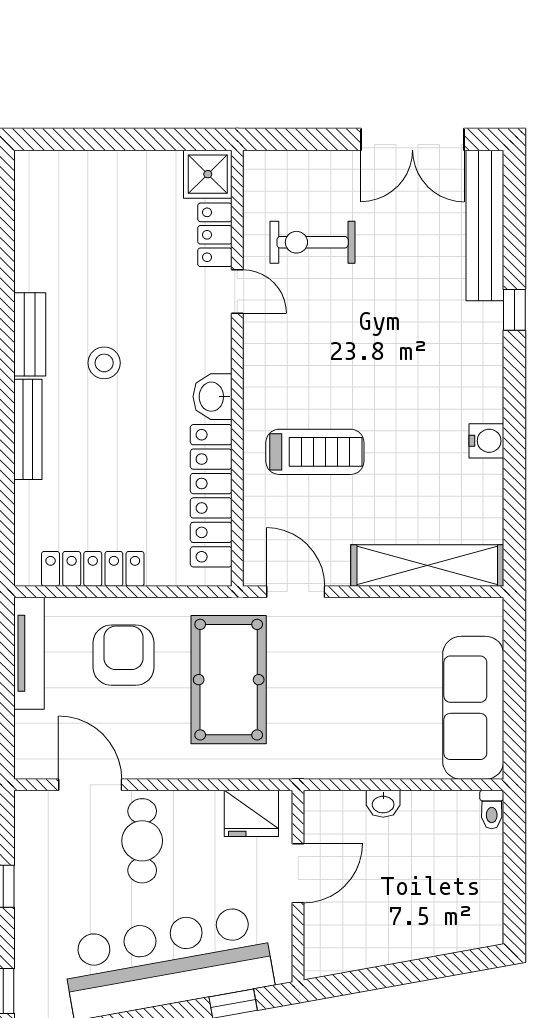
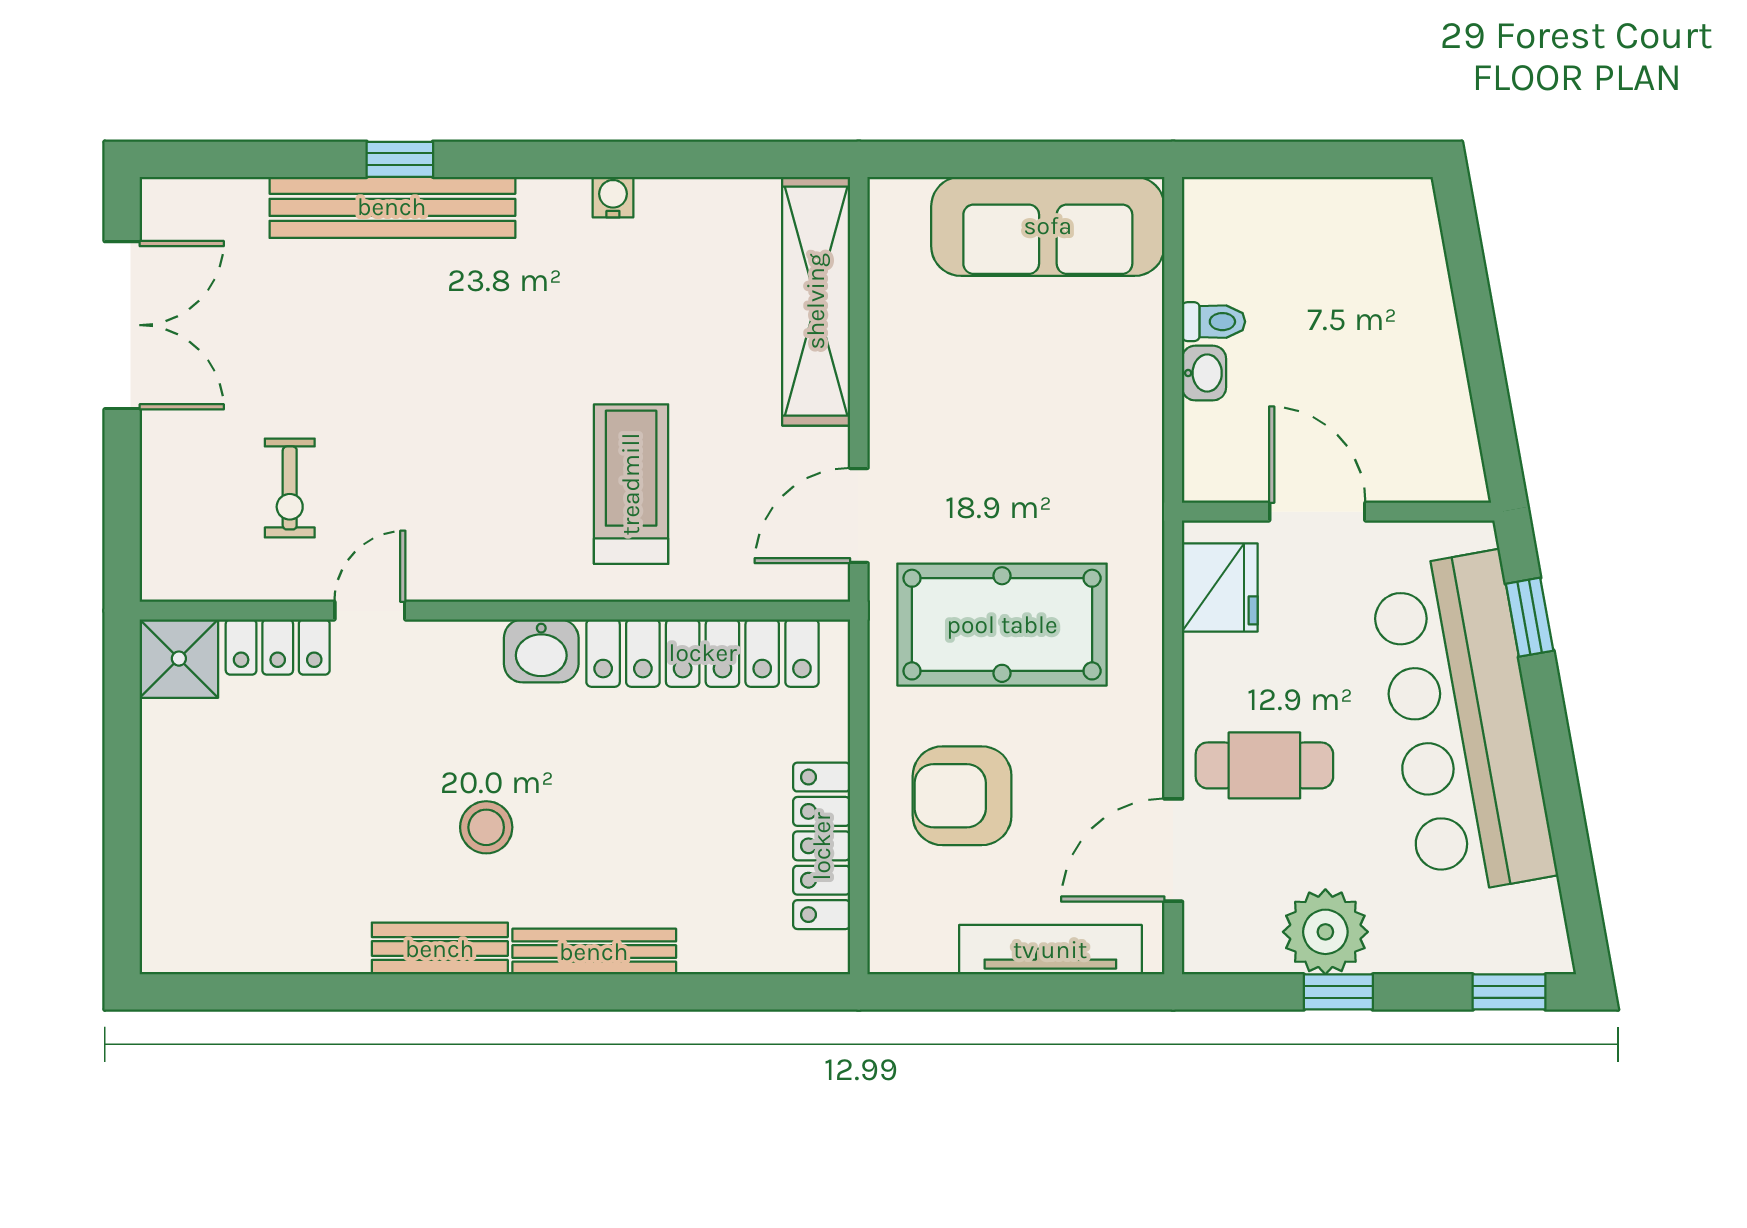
bench: (485, 226) -> (392, 207), moved
exercise bike: (313, 242) -> (290, 488), width x0.73, depth x0.72
water cooler: (486, 441) -> (613, 197), width x0.72, depth x0.72
tv unit: (29, 653) -> (1050, 950), moved
toilet: (492, 810) -> (1214, 322), moved
plant: (40, 878) -> (1325, 932), added

